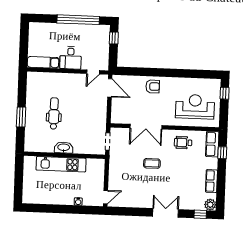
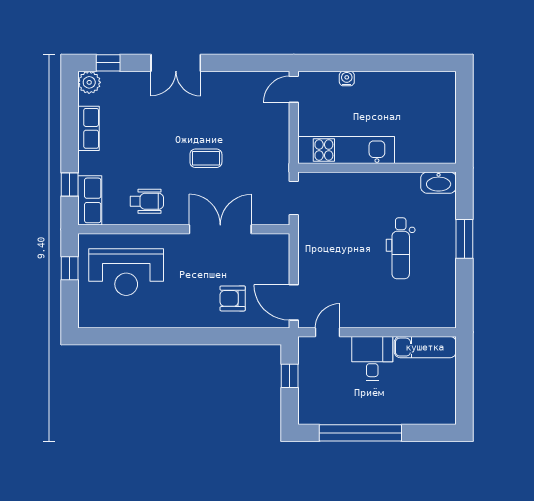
window: (114, 38) -> (290, 376), moved
armchair: (153, 86) -> (233, 298), moved
window: (225, 93) -> (70, 268), moved
washbasin: (64, 148) -> (439, 183), moved
kitchen unit: (61, 164) -> (346, 150), moved

